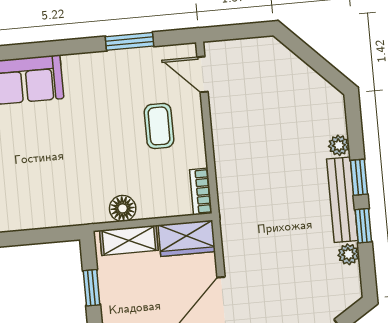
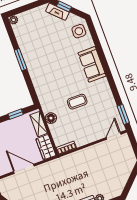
window: (130, 41) -> (123, 114), moved
coffee table: (159, 126) -> (77, 102), moved

